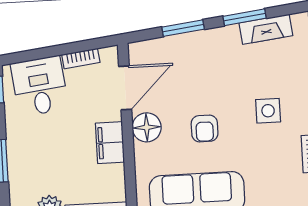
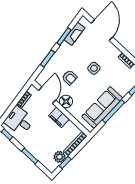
side table: (268, 111) -> (94, 68), moved
armchair: (205, 128) -> (69, 77), moved

